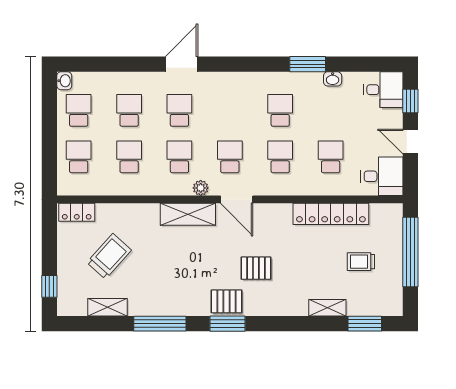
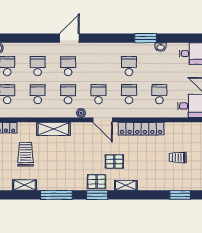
shelving: (188, 214) -> (53, 129), moved
locker: (331, 214) -> (141, 129), moved
trolley: (109, 256) -> (26, 154), turned -42
shelving: (327, 308) -> (126, 185), moved

